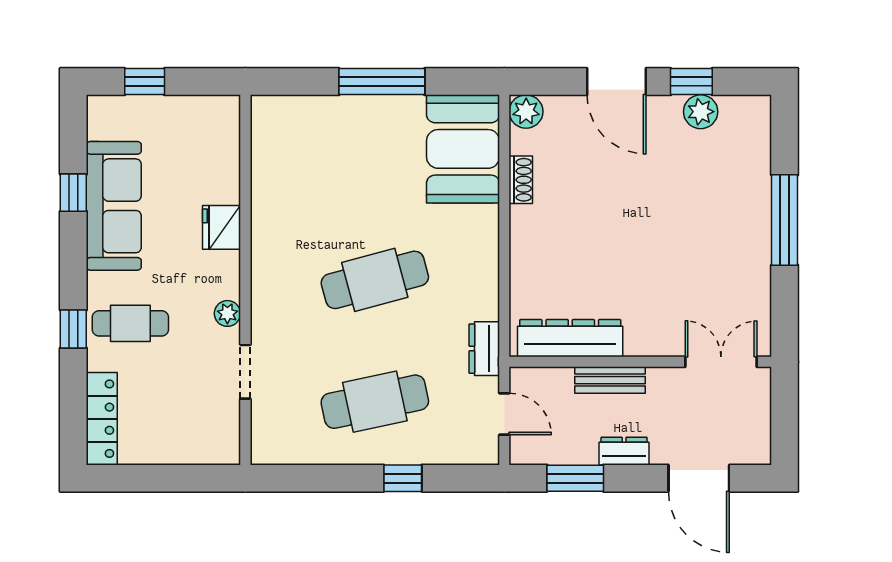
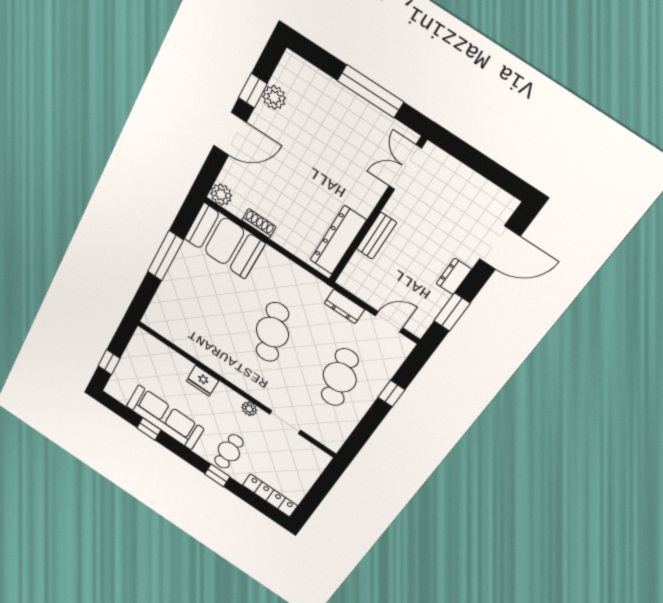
dresser: (570, 338) -> (338, 240), moved
wall: (640, 362) -> (376, 212), moved
double door: (721, 362) -> (405, 167), moved
bench: (610, 380) -> (376, 236), moved

